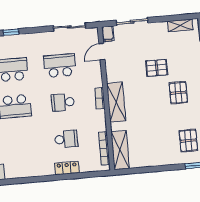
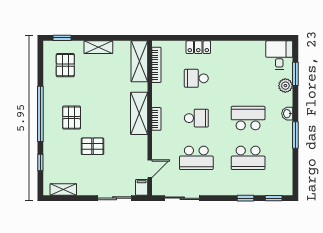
shelving: (159, 160) -> (98, 47), added

